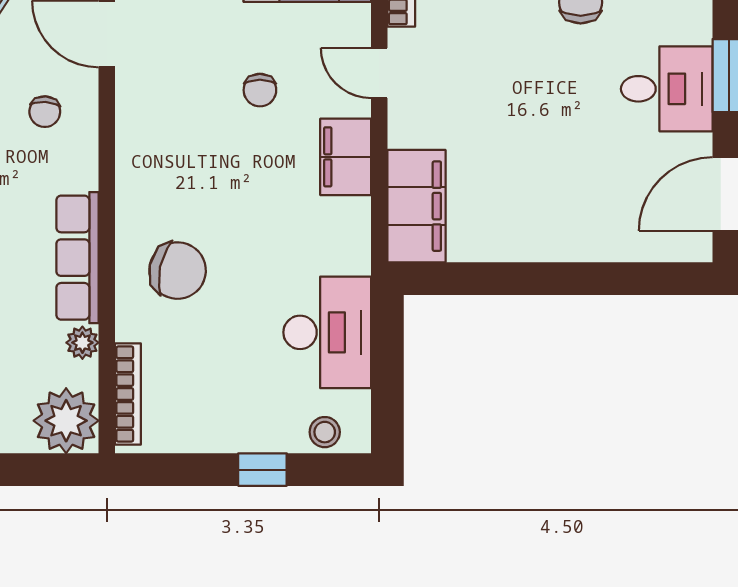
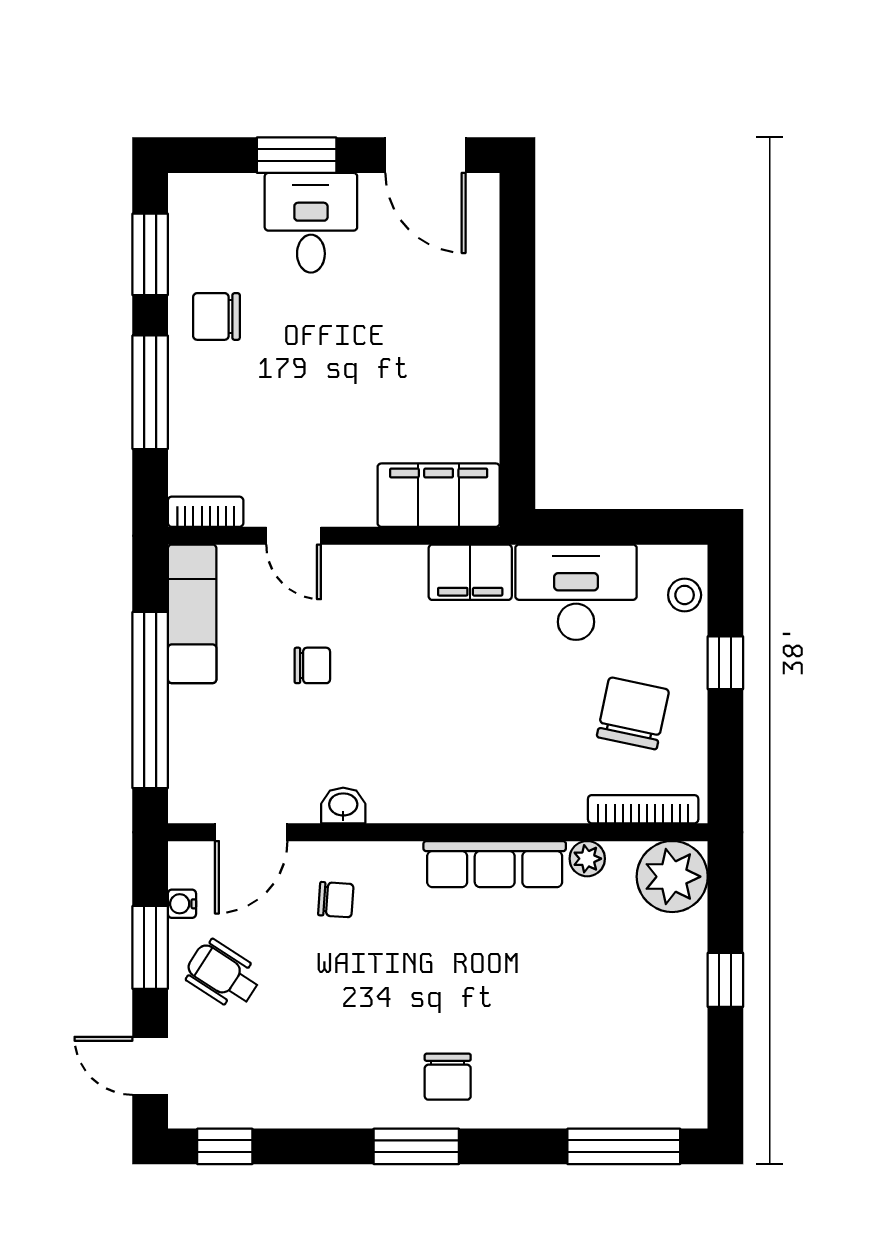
door: (379, 73) -> (294, 536), hinge flipped
washbasin: (131, 118) -> (343, 805), added
filing cabinet: (346, 157) -> (470, 572), moved
chair: (178, 271) -> (633, 713), moved

